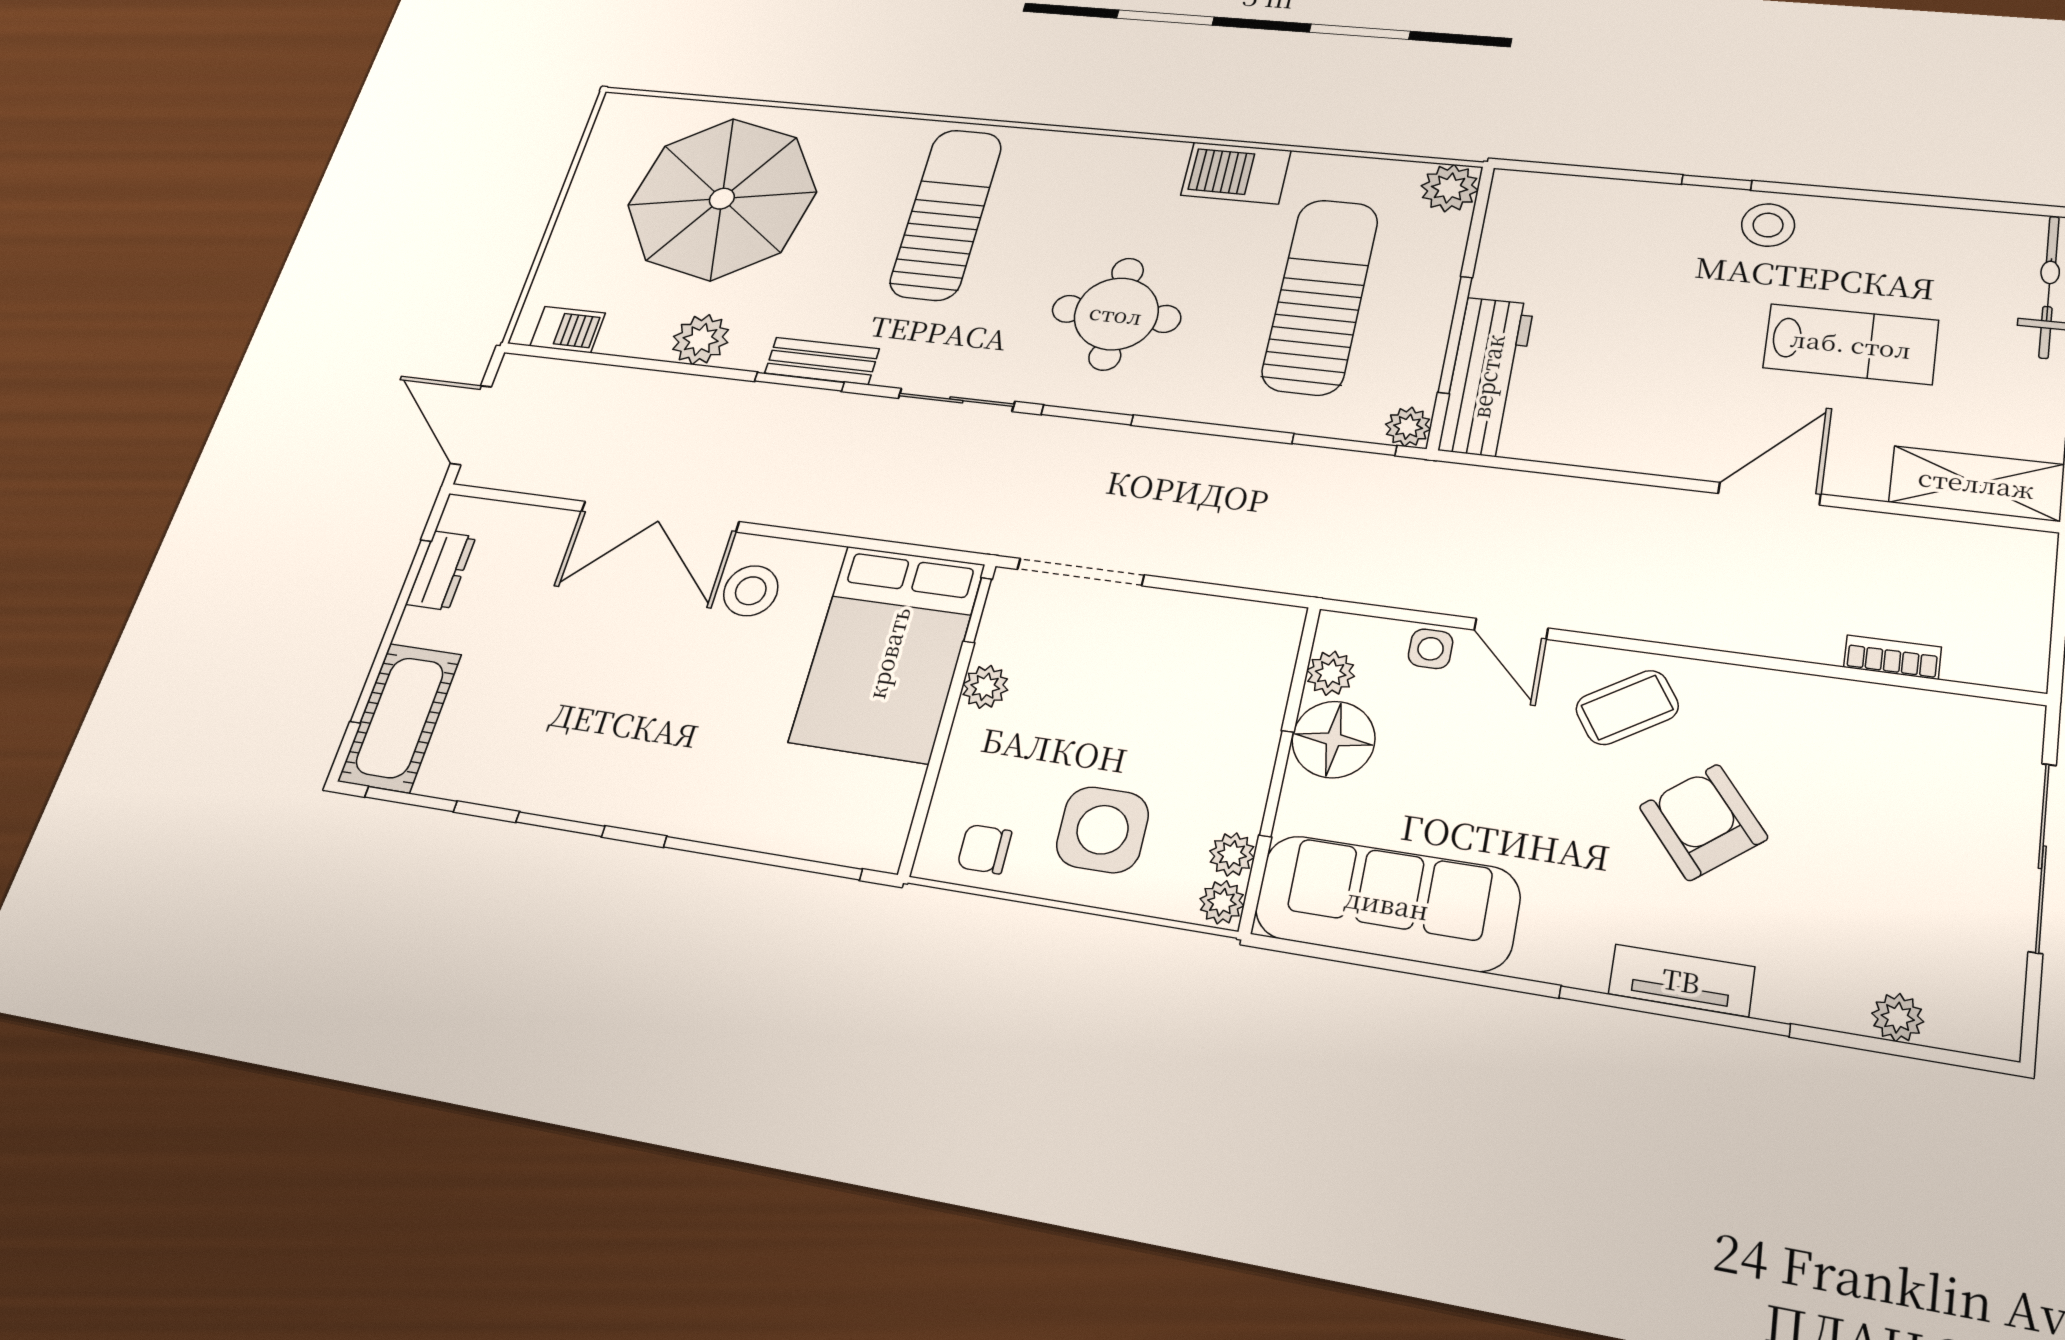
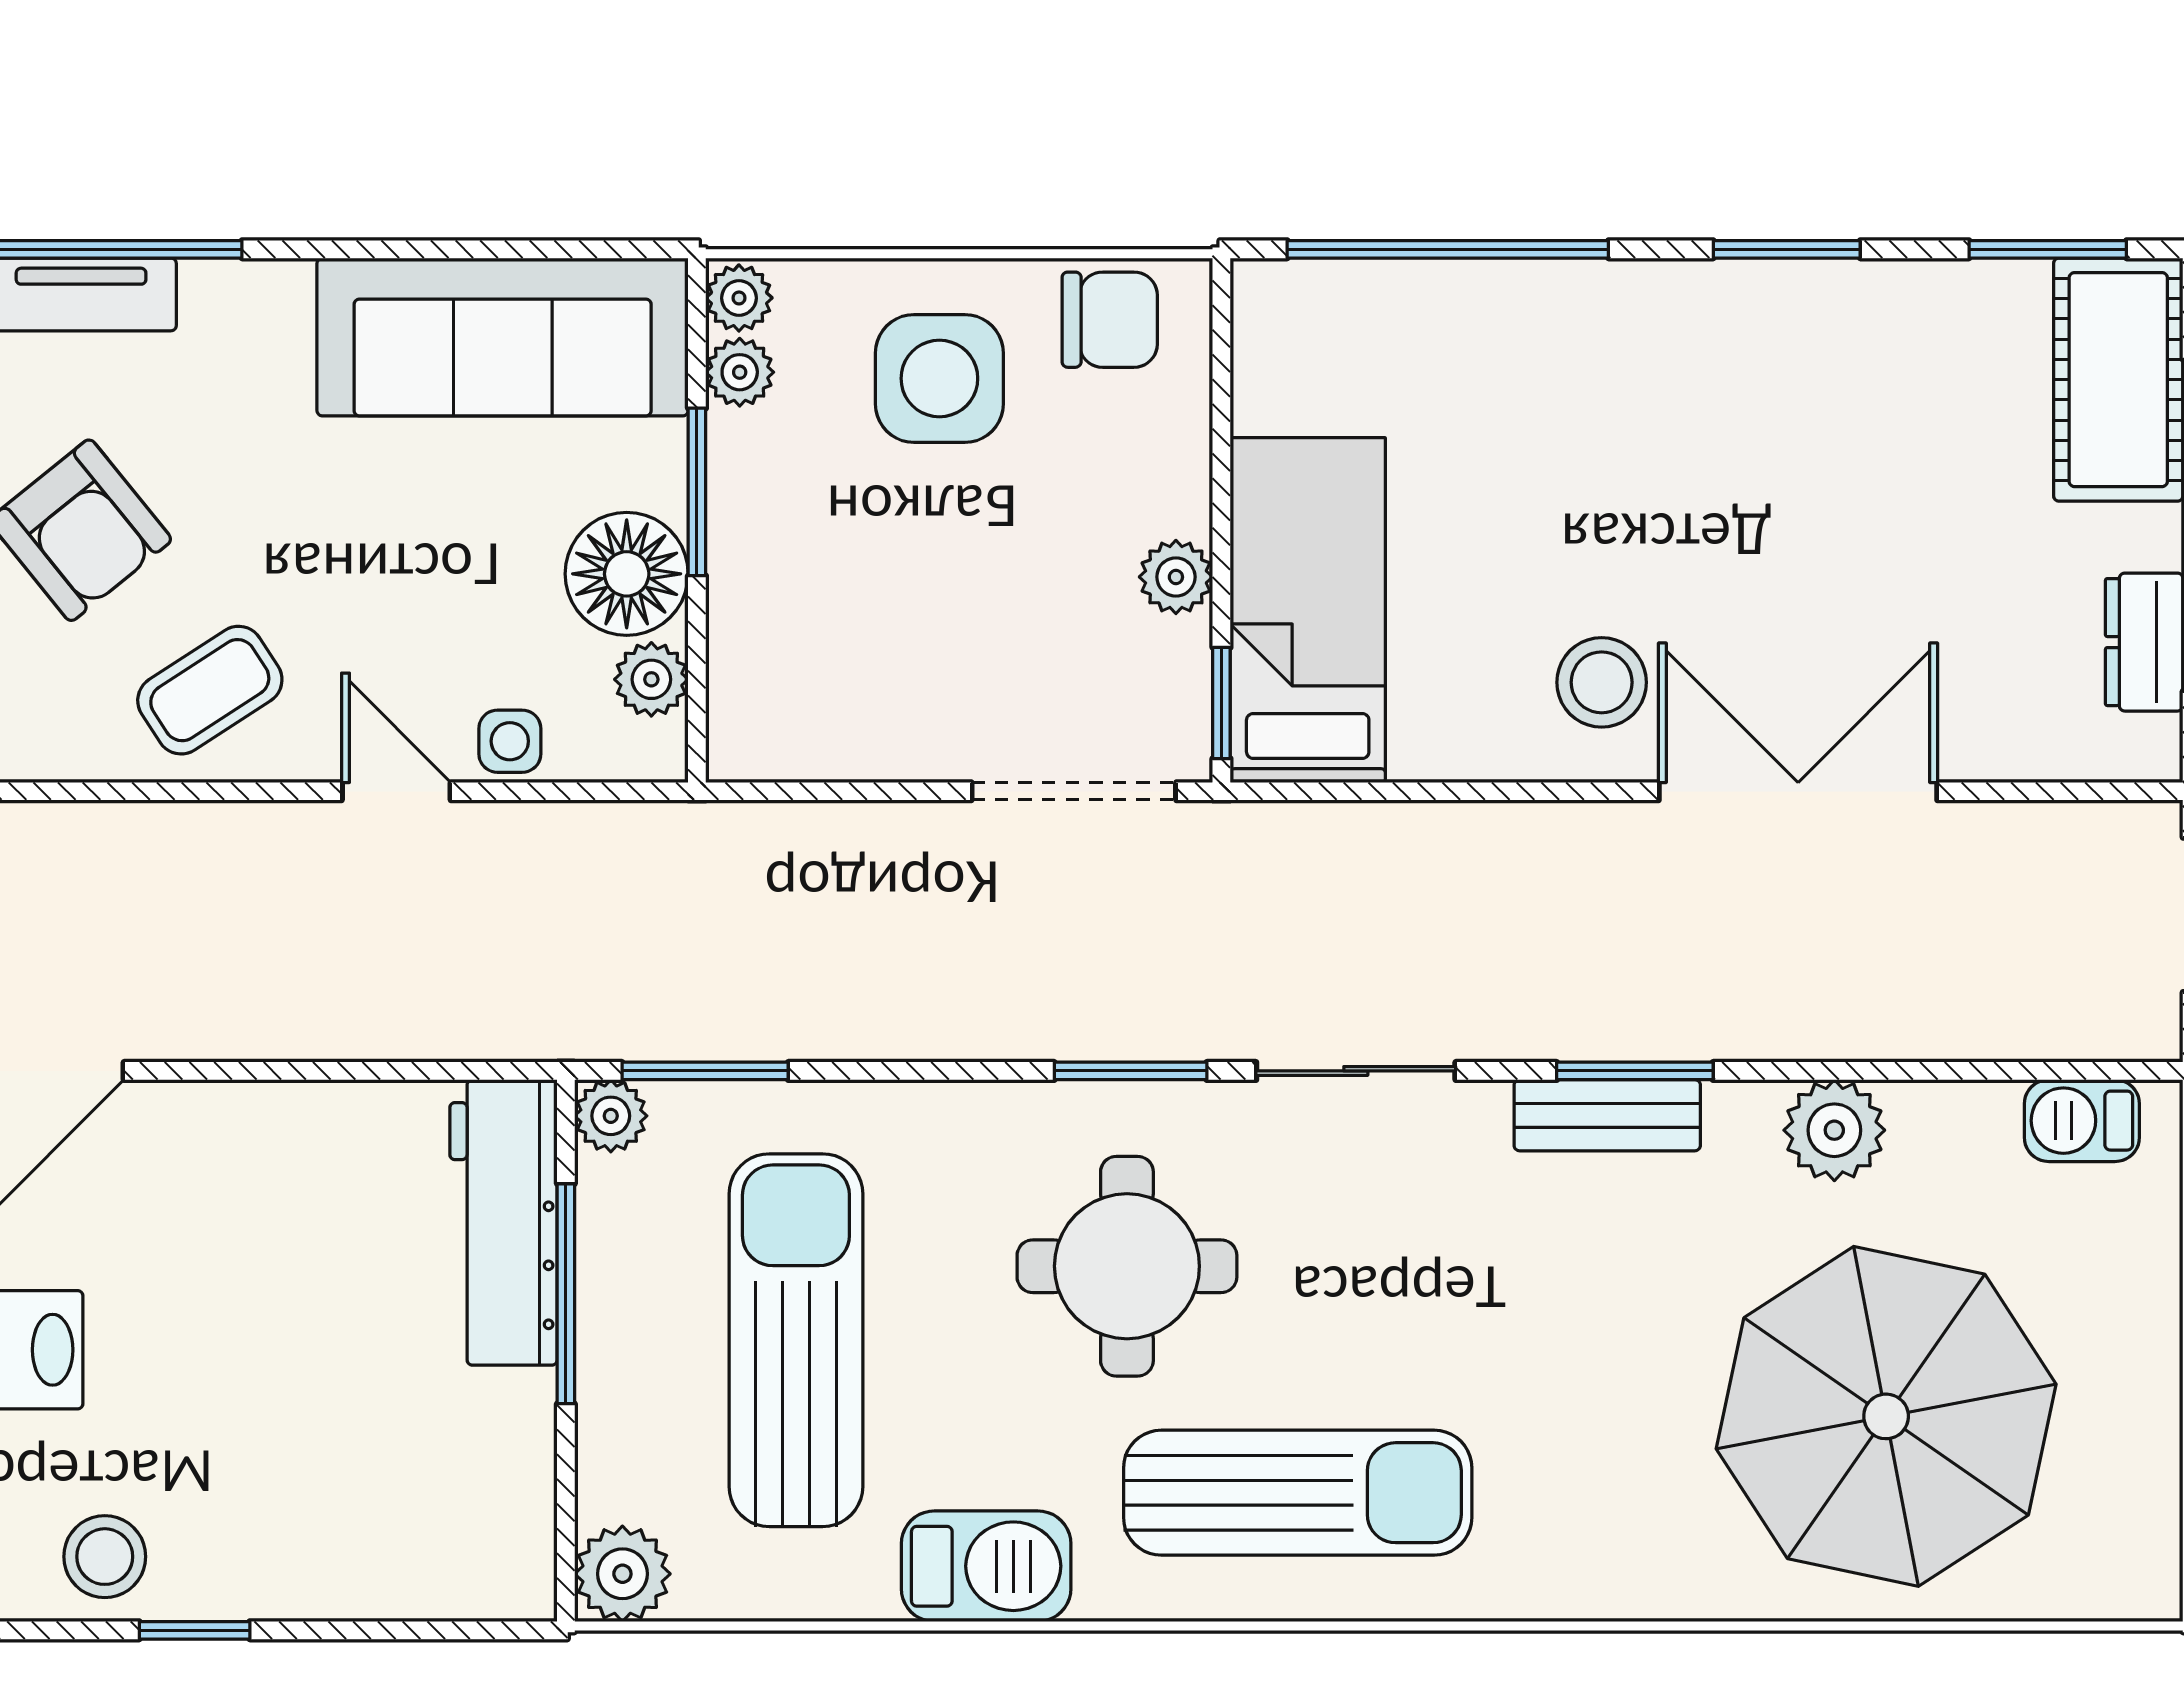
sun lounger: (946, 214) -> (1298, 1493), moved, turned -90
sun lounger: (1320, 296) -> (796, 1340), turned 180
bed: (888, 653) -> (1308, 610), width x0.67
chair: (984, 849) -> (1110, 320), width x1.37, depth x1.37

